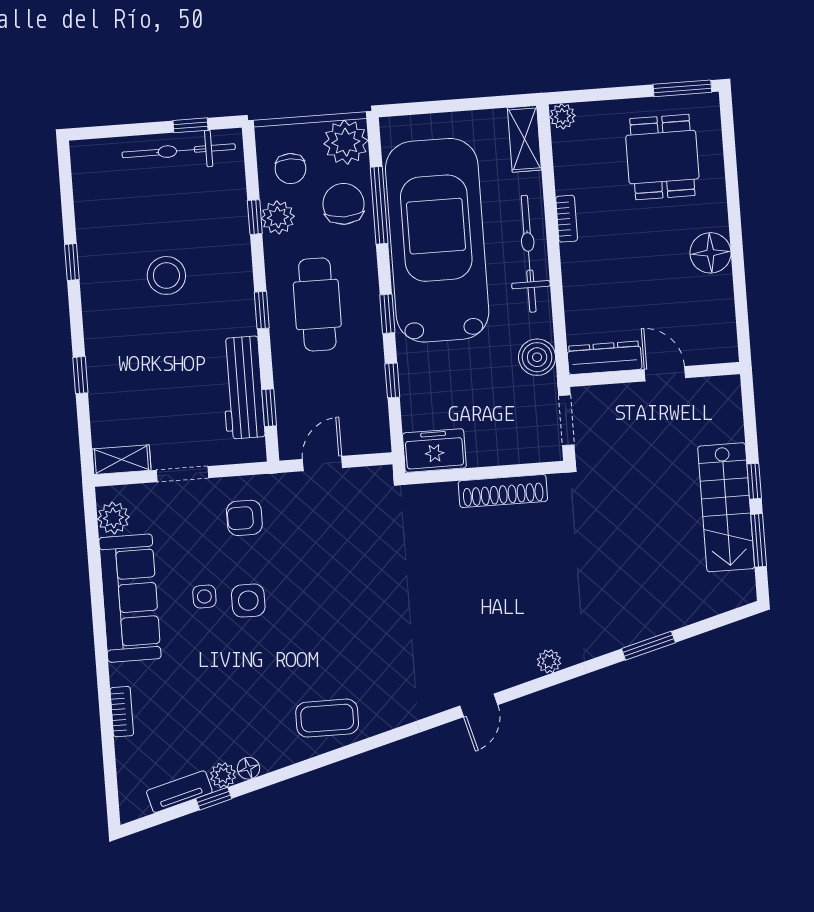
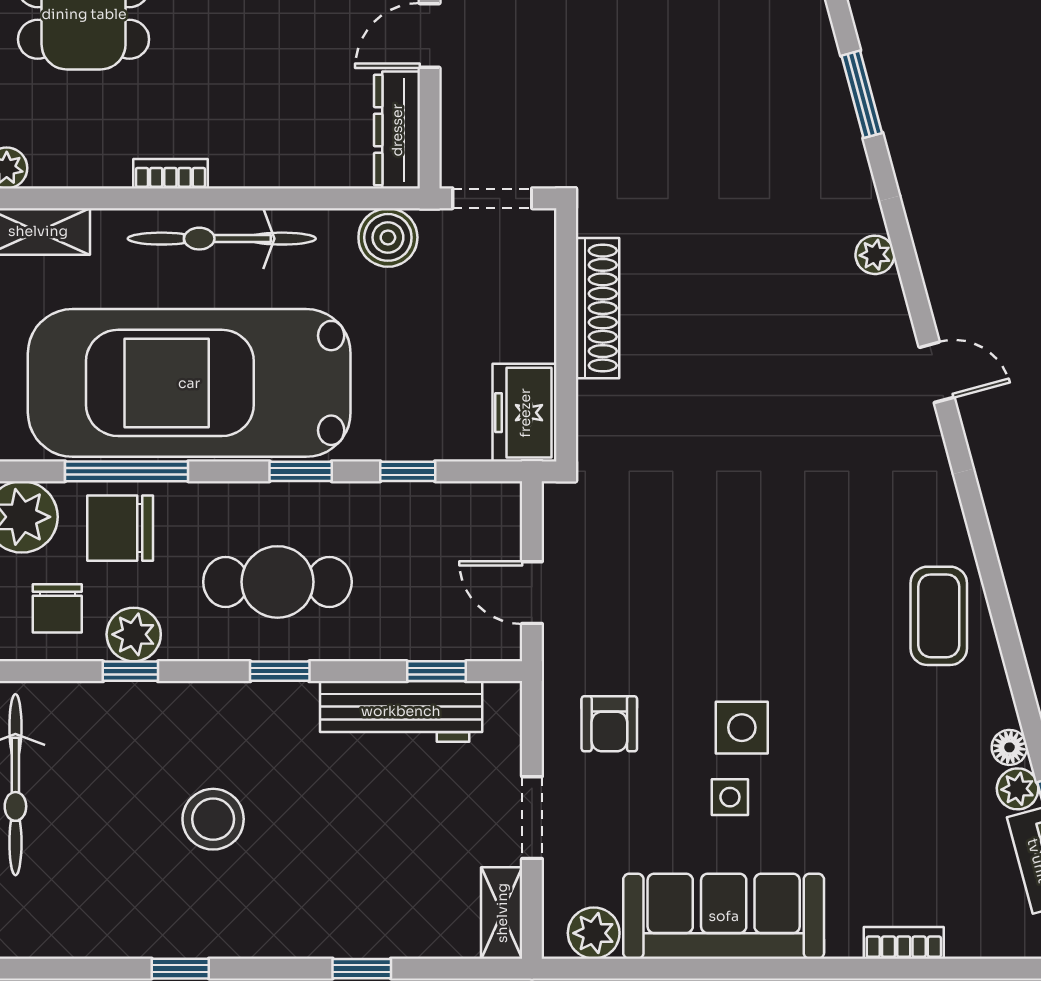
chair: (291, 169) -> (57, 608), turned 90

